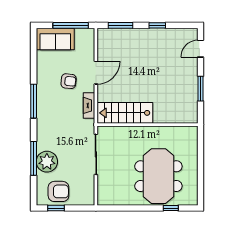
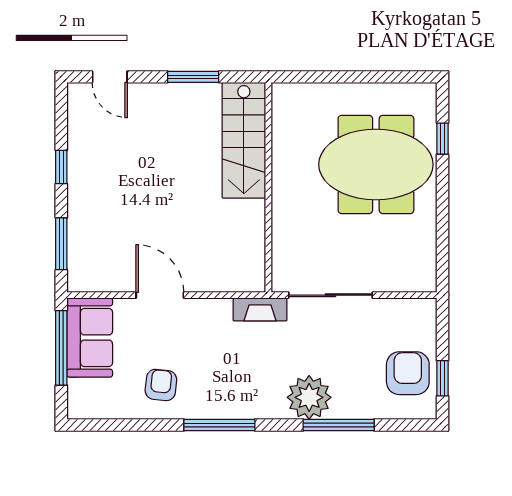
sofa: (55, 39) -> (90, 337), moved
armchair: (69, 81) -> (161, 385), moved
fireplace: (89, 105) -> (260, 309), moved
stairs: (125, 113) -> (244, 140), moved
plant: (47, 162) -> (309, 397), moved

